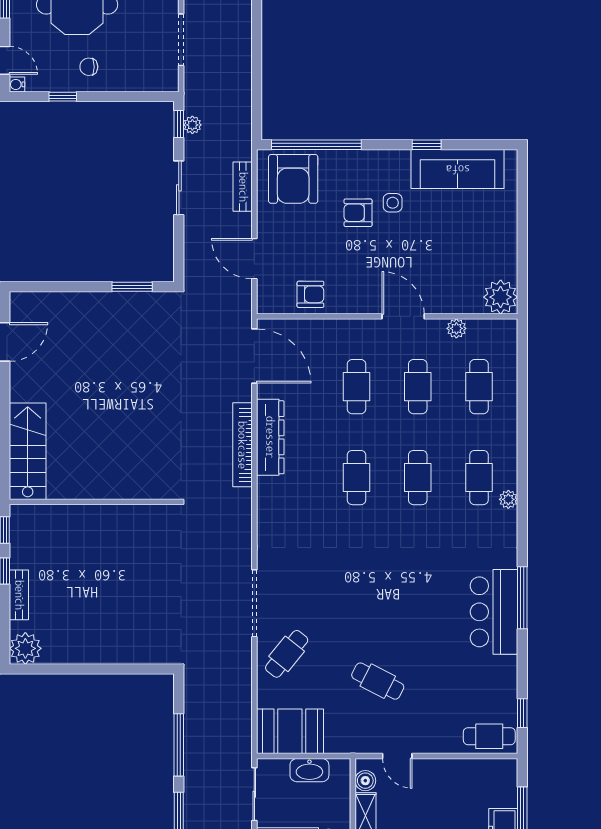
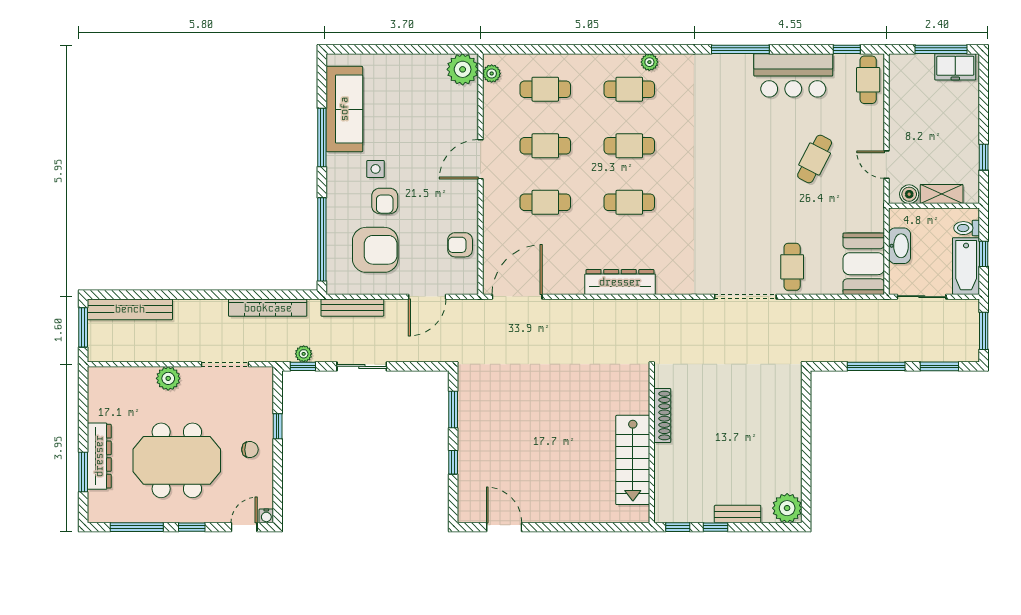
chair: (89, 67) -> (250, 450), turned -90
window: (63, 97) -> (278, 426), moved
window: (427, 145) -> (322, 138), width x2.17
armchair: (293, 179) -> (375, 250), moved
bench: (243, 187) -> (352, 308), width x1.36
window: (75, 287) -> (453, 462), added
armchair: (310, 294) -> (460, 245), turned -90
plant: (456, 328) -> (492, 74), moved
dresser: (270, 437) -> (620, 282), moved
bookcase: (242, 445) -> (268, 308), moved
stairs: (28, 451) -> (633, 460), moved, turned -90
shoe rack: (126, 513) -> (662, 416), added
bar counter: (494, 612) -> (793, 75), moved
cafe table: (287, 654) -> (792, 267), turned 51
cafe table: (378, 681) -> (815, 159), moved
door: (397, 756) -> (886, 165), swing flipped

